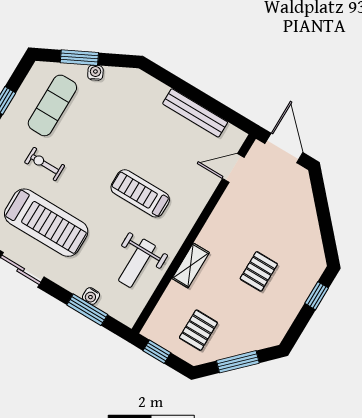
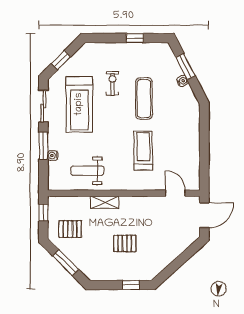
exercise mat: (52, 105) -> (144, 98), moved, turned 90
bench: (195, 113) -> (194, 152), removed
treadmill: (140, 193) -> (143, 151), moved
window: (87, 310) -> (43, 146), moved

